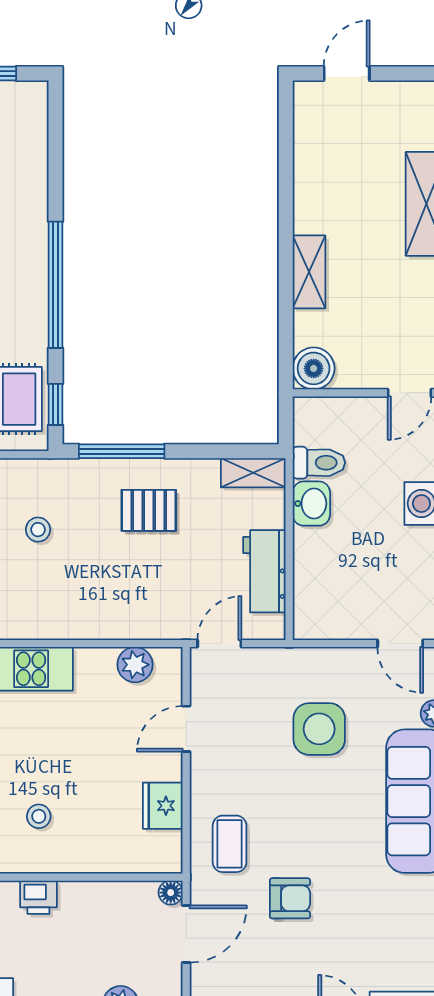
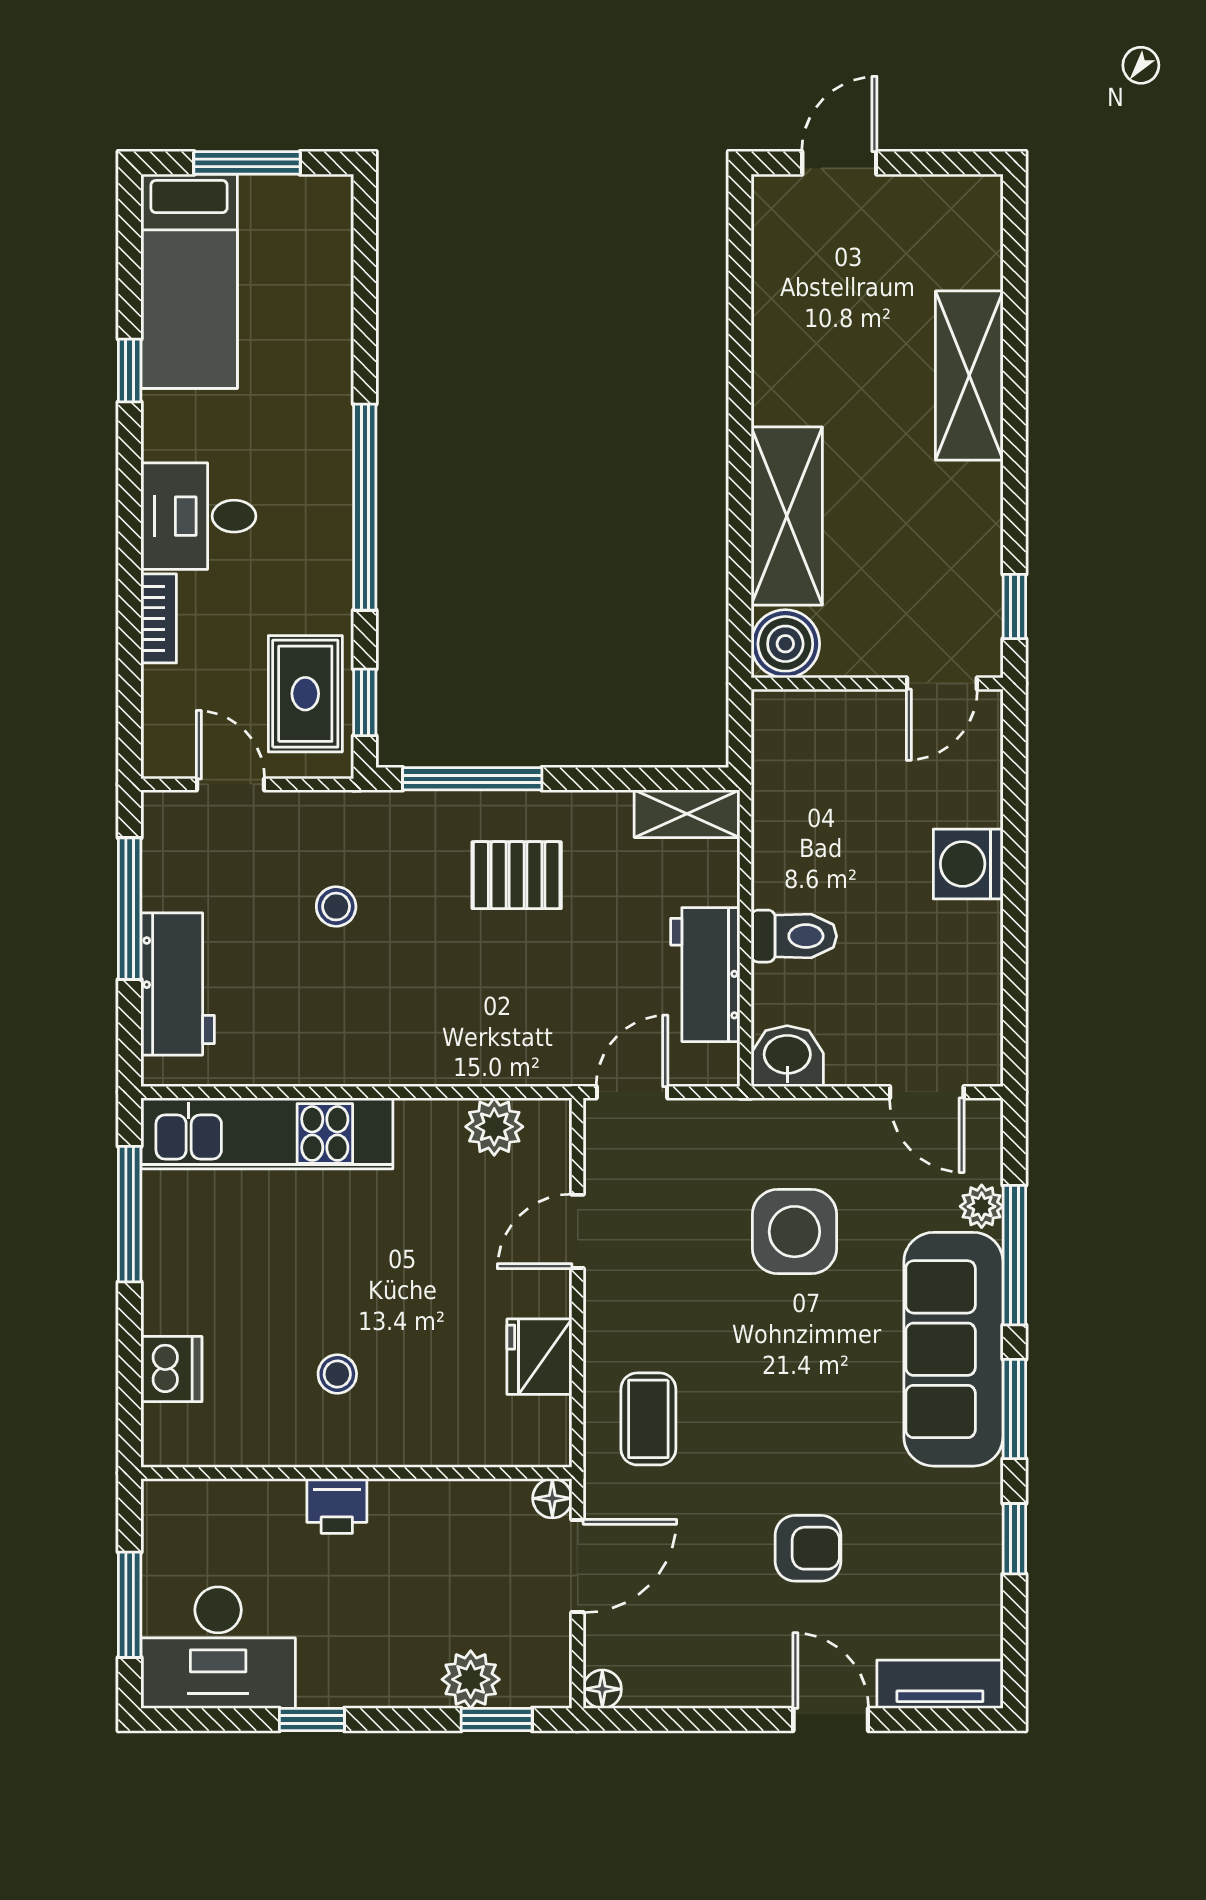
shelving: (309, 272) -> (787, 516), width x1.50, depth x1.33
toilet: (319, 463) -> (794, 936), moved
washbasin: (311, 504) -> (787, 1056), moved, turned -90
armchair: (290, 898) -> (808, 1548), moved

